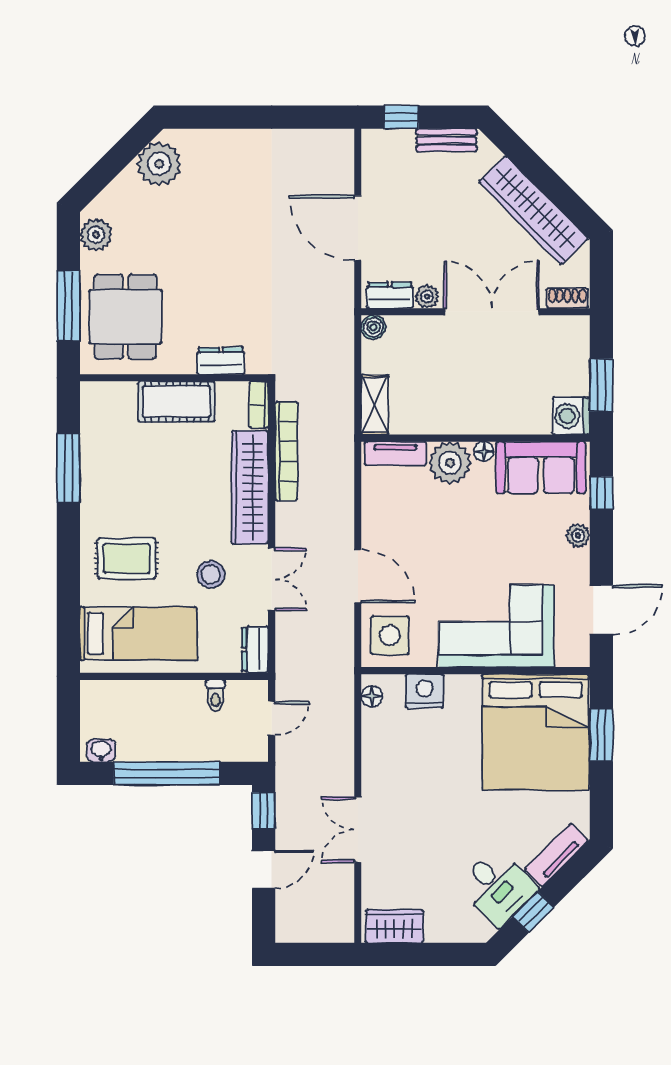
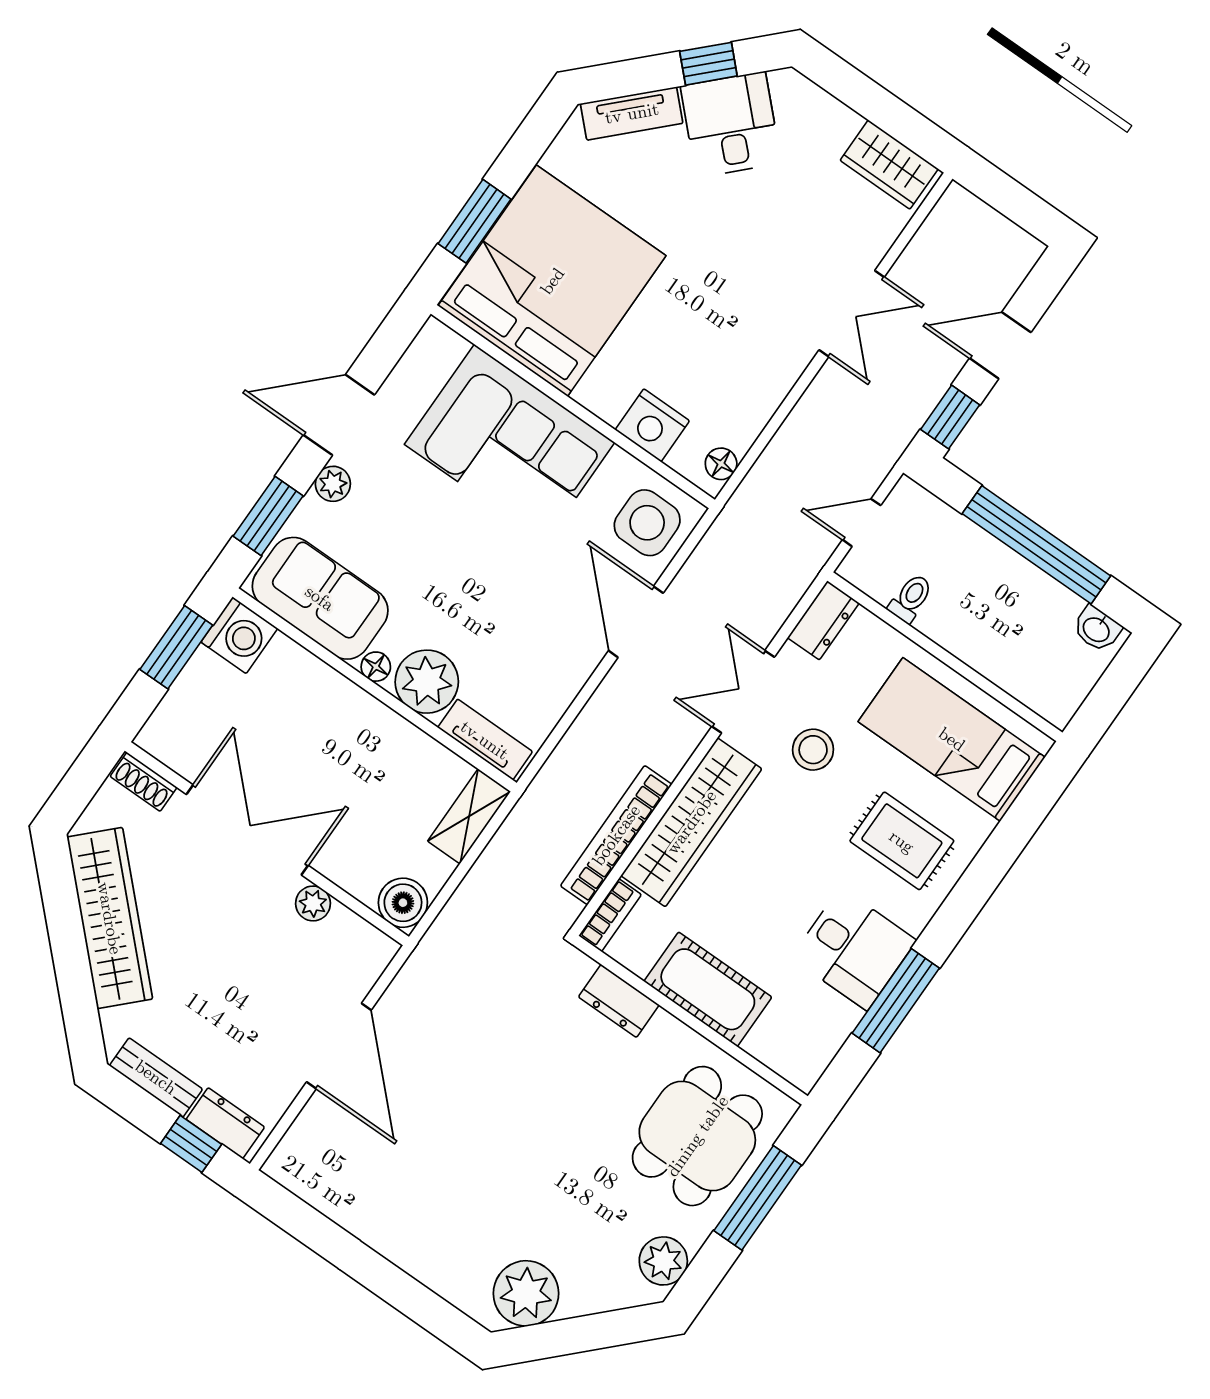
dresser: (390, 295) -> (225, 1123), moved, turned 180
double door: (492, 312) -> (247, 830), swing flipped
boiler: (373, 327) -> (403, 903), width x1.36, depth x1.36
desk: (111, 480) -> (854, 949), added
window: (601, 493) -> (268, 516), width x1.50
door: (601, 610) -> (339, 415), moved

